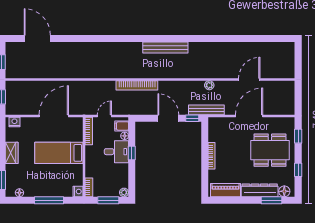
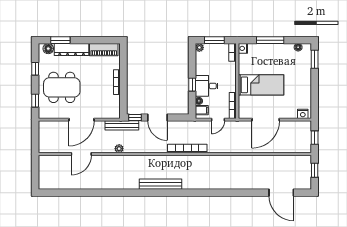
wardrobe: (12, 153) -> (305, 85), removed

